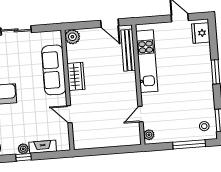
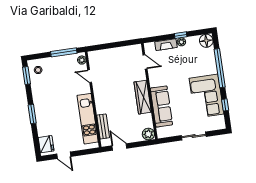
bench: (128, 50) -> (103, 126), width x0.73
wardrobe: (76, 76) -> (143, 97), width x1.50
door: (69, 114) -> (145, 62), moved
door: (141, 114) -> (90, 76), swing flipped
window: (189, 144) -> (64, 52), moved

